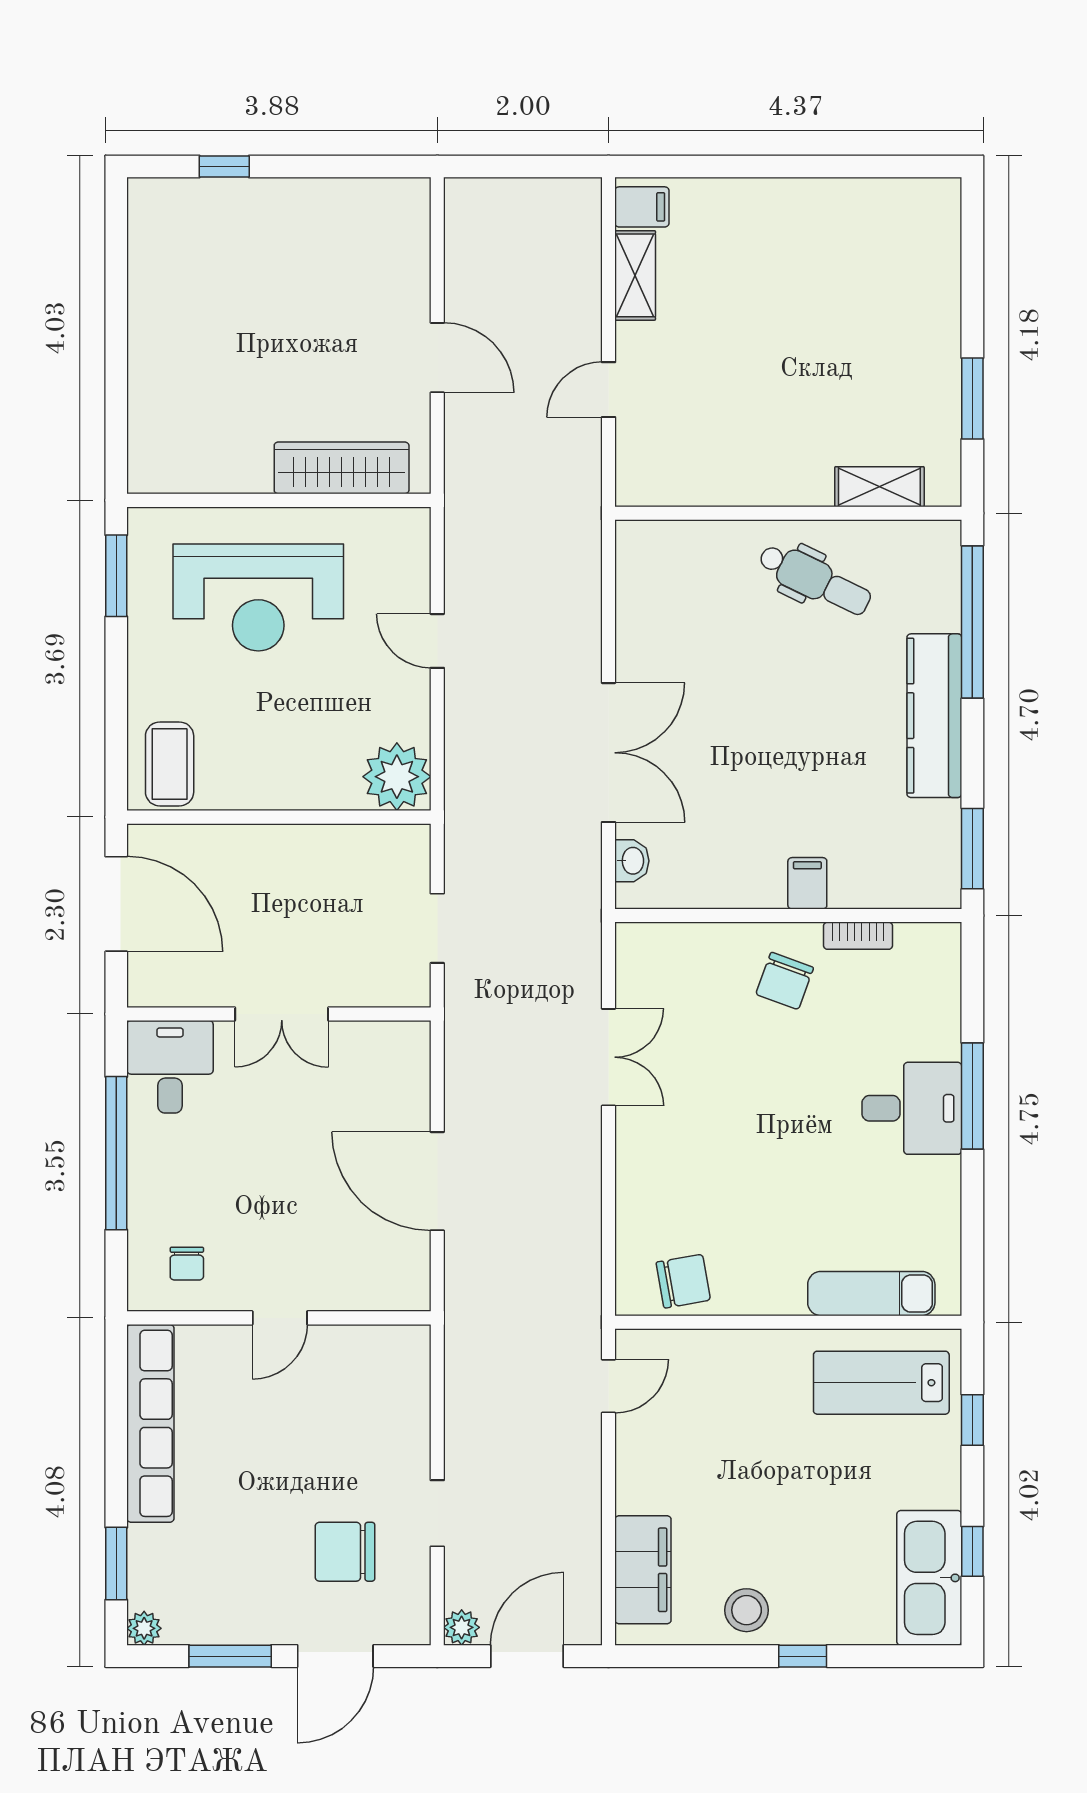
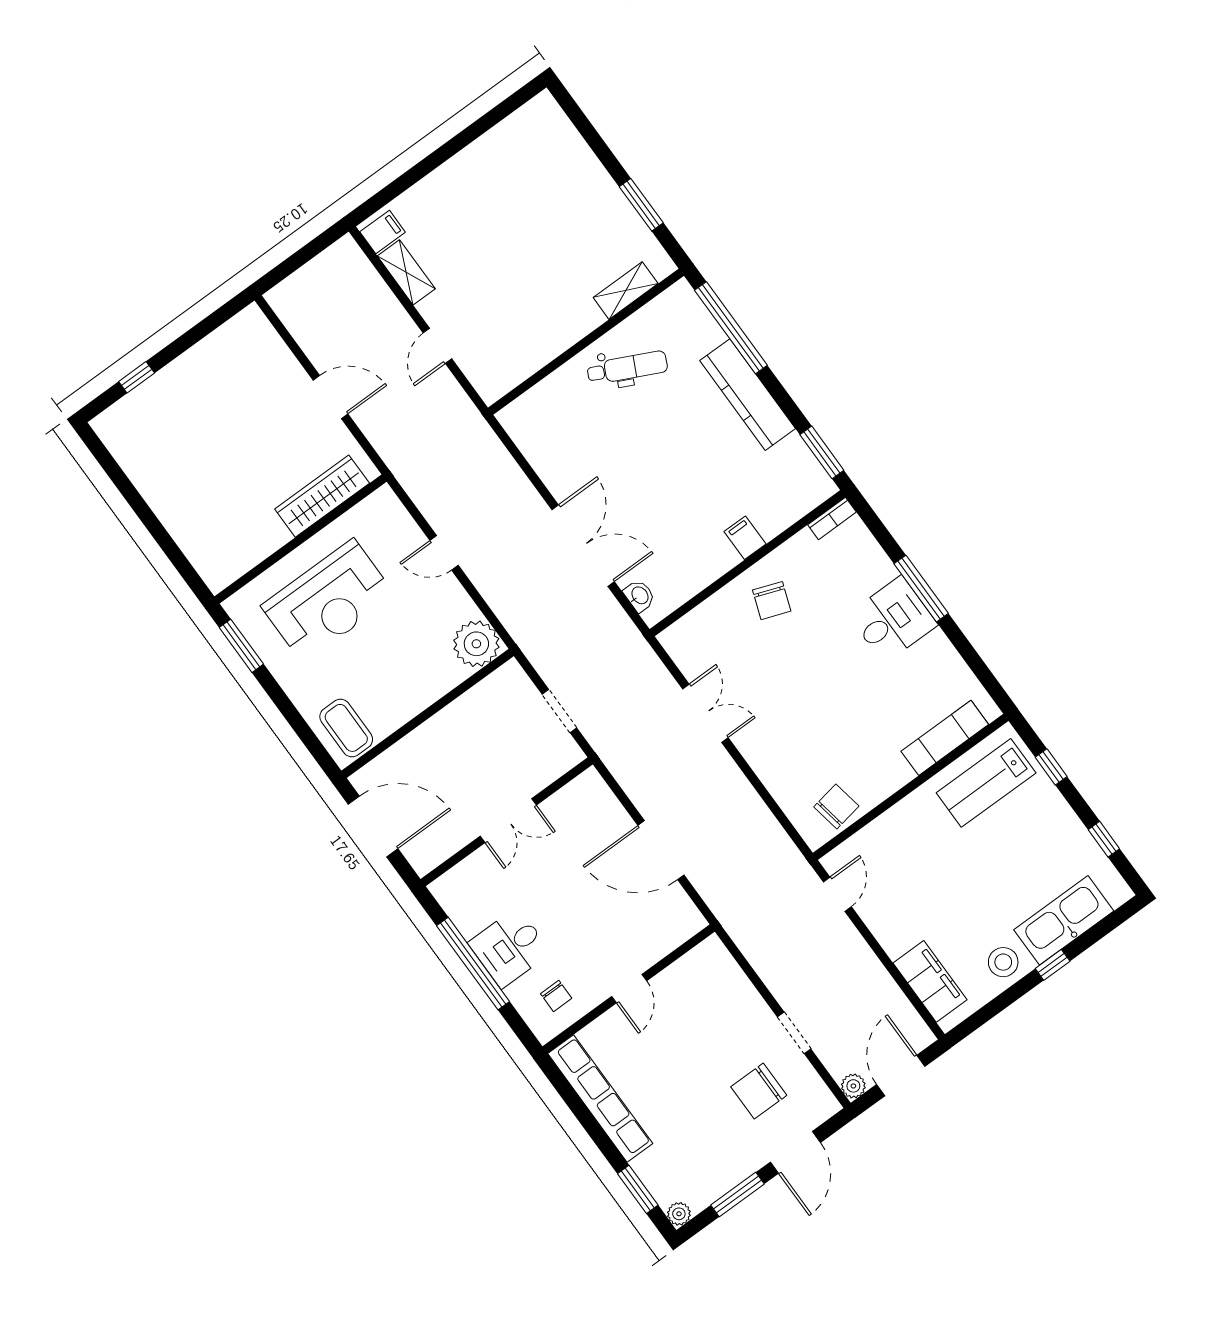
bookcase: (858, 936) -> (832, 518), moved
desk: (170, 1067) -> (510, 948), moved, turned -90
kitchen sink: (929, 1578) -> (1064, 920), moved, turned 90

